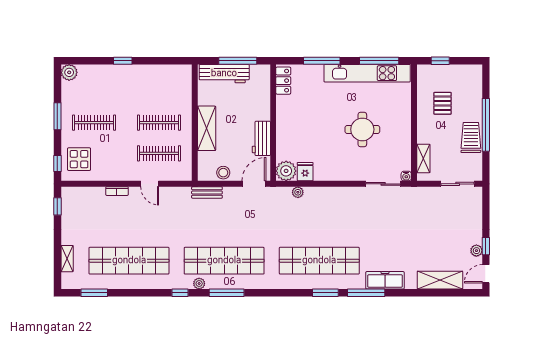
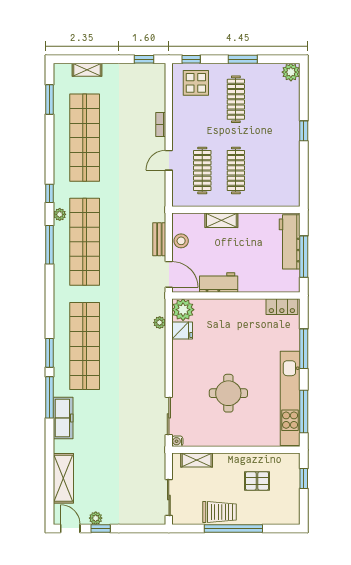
shelving: (207, 128) -> (221, 220), width x0.67, depth x0.75
bench: (207, 192) -> (159, 239), moved

